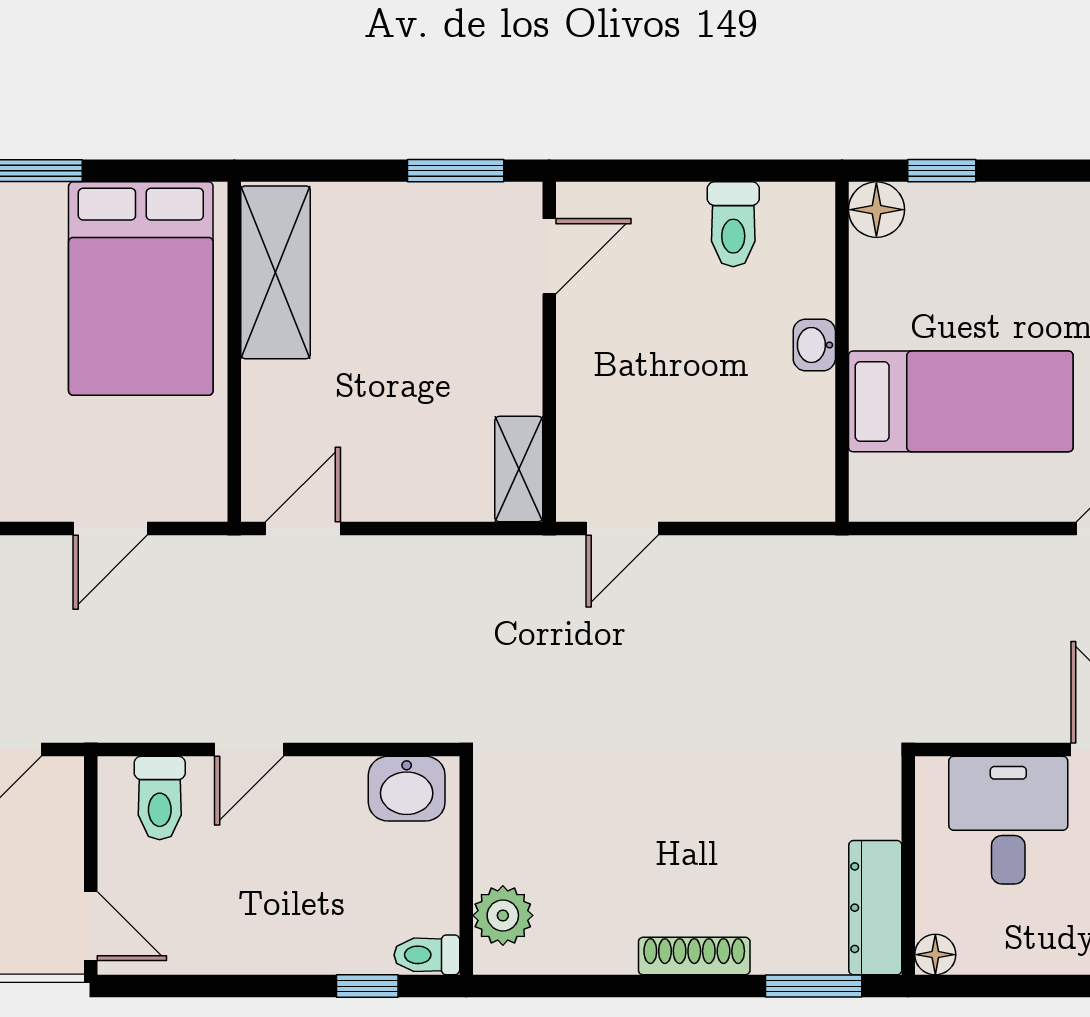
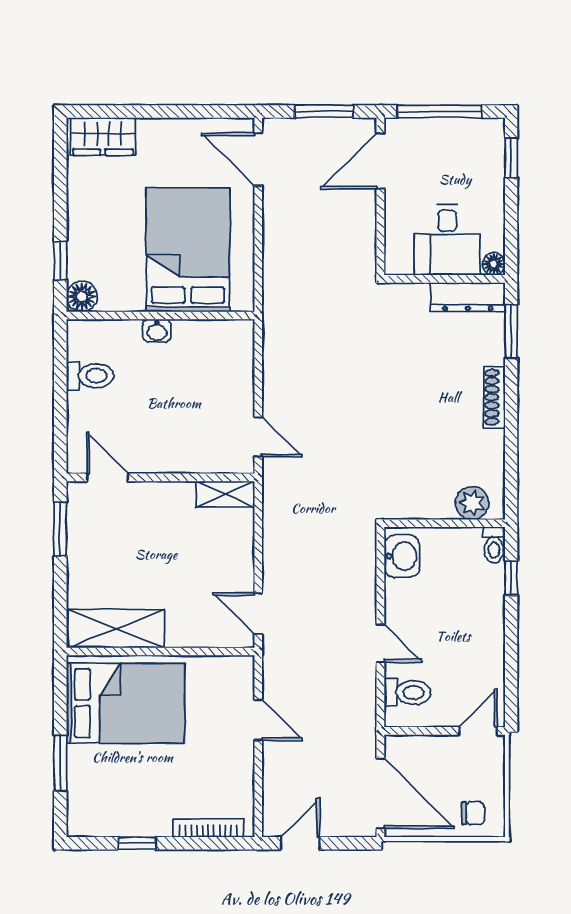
bed: (961, 401) -> (188, 250), width x1.50
desk: (1008, 820) -> (447, 240), moved, turned -90

